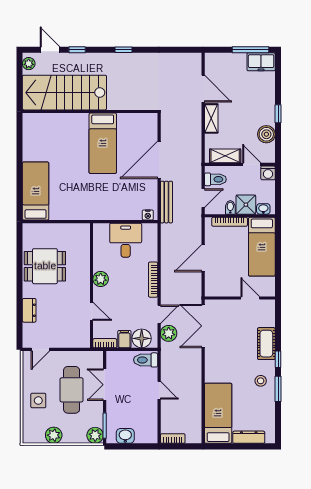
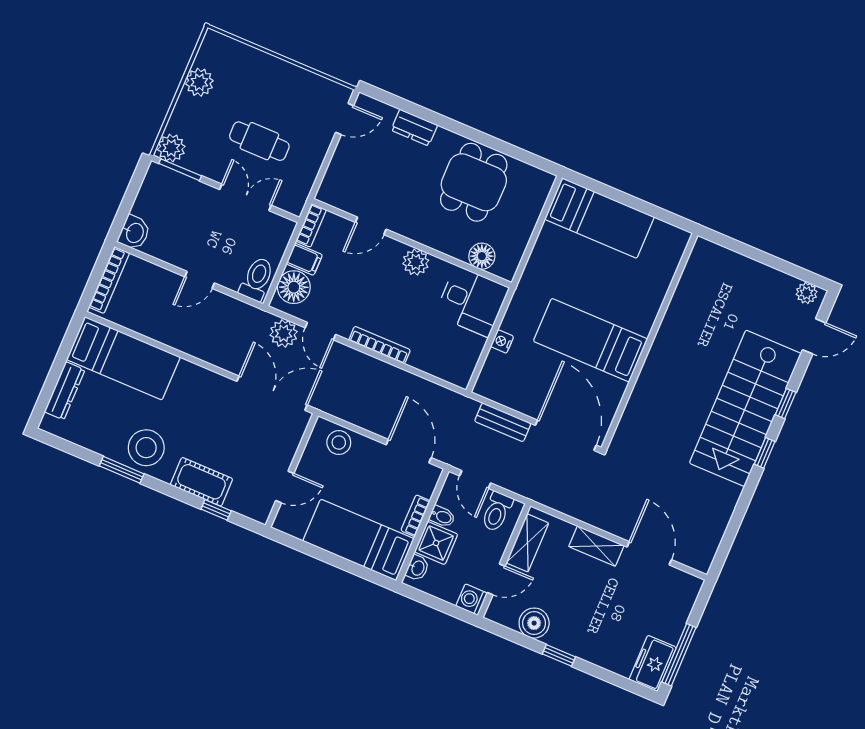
window: (77, 50) -> (786, 404), moved
door: (203, 89) -> (649, 553), swing flipped
stairs: (64, 93) -> (745, 408), moved, turned 180
wall: (90, 111) -> (649, 341), moved
bed: (103, 143) -> (590, 340), moved
bench: (166, 202) -> (503, 422), width x0.73
nightstand: (148, 215) -> (502, 341), moved
bookcase: (230, 222) -> (416, 516), width x0.64
desk: (126, 240) -> (472, 301), moved
floor lamp: (82, 245) -> (482, 256), added
door: (203, 258) -> (409, 451), moved
stool: (214, 279) -> (339, 443), added
door: (40, 349) -> (345, 119), swing flipped
window: (278, 359) -> (216, 510), moved
stool: (261, 381) -> (146, 448), width x1.89, depth x1.89
cafe table: (72, 390) -> (259, 141), width x0.73, depth x0.74
side table: (38, 401) -> (265, 81), removed
washbasin: (125, 436) -> (134, 233), moved
bookcase: (173, 439) -> (109, 280), width x1.56

